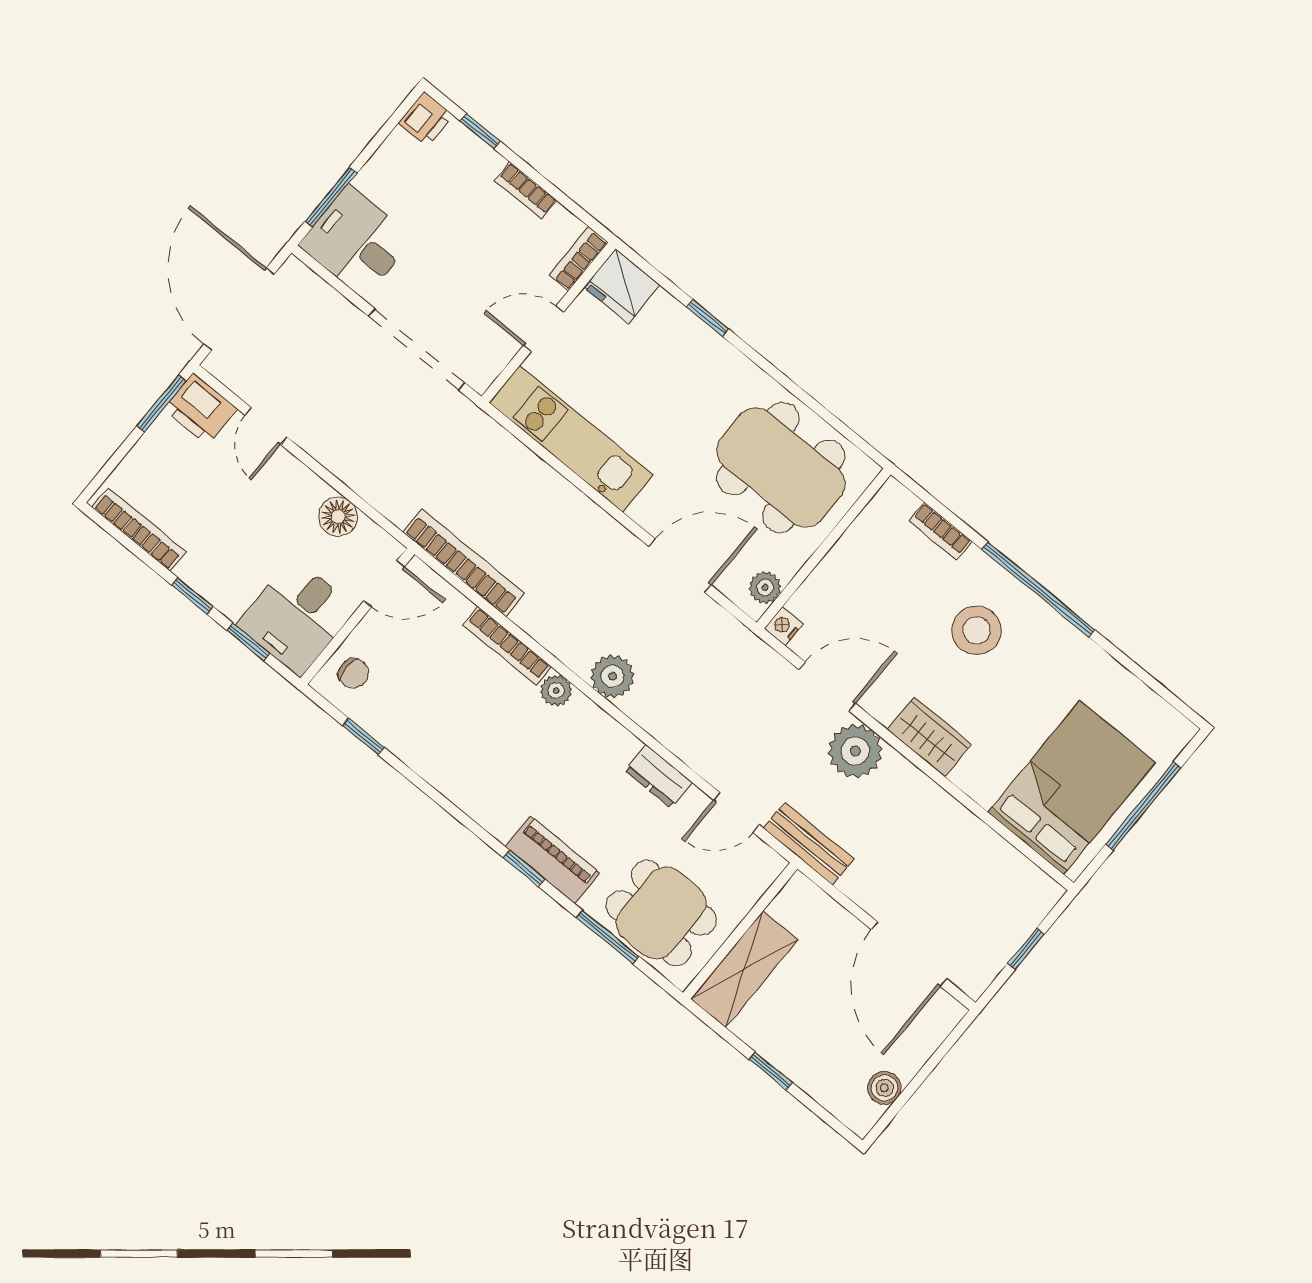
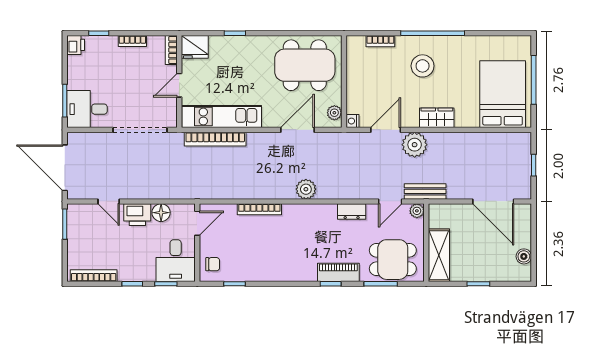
printer: (200, 409) -> (137, 215), moved
bookcase: (463, 563) -> (215, 139), moved, turned 180
plant: (556, 691) -> (417, 211), moved

